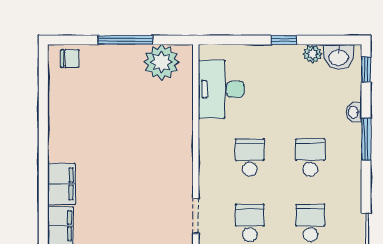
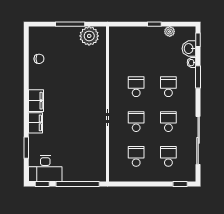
washbasin: (339, 57) -> (189, 49), moved, turned 90
chair: (70, 59) -> (39, 59), moved
desk: (221, 89) -> (121, 50), removed

